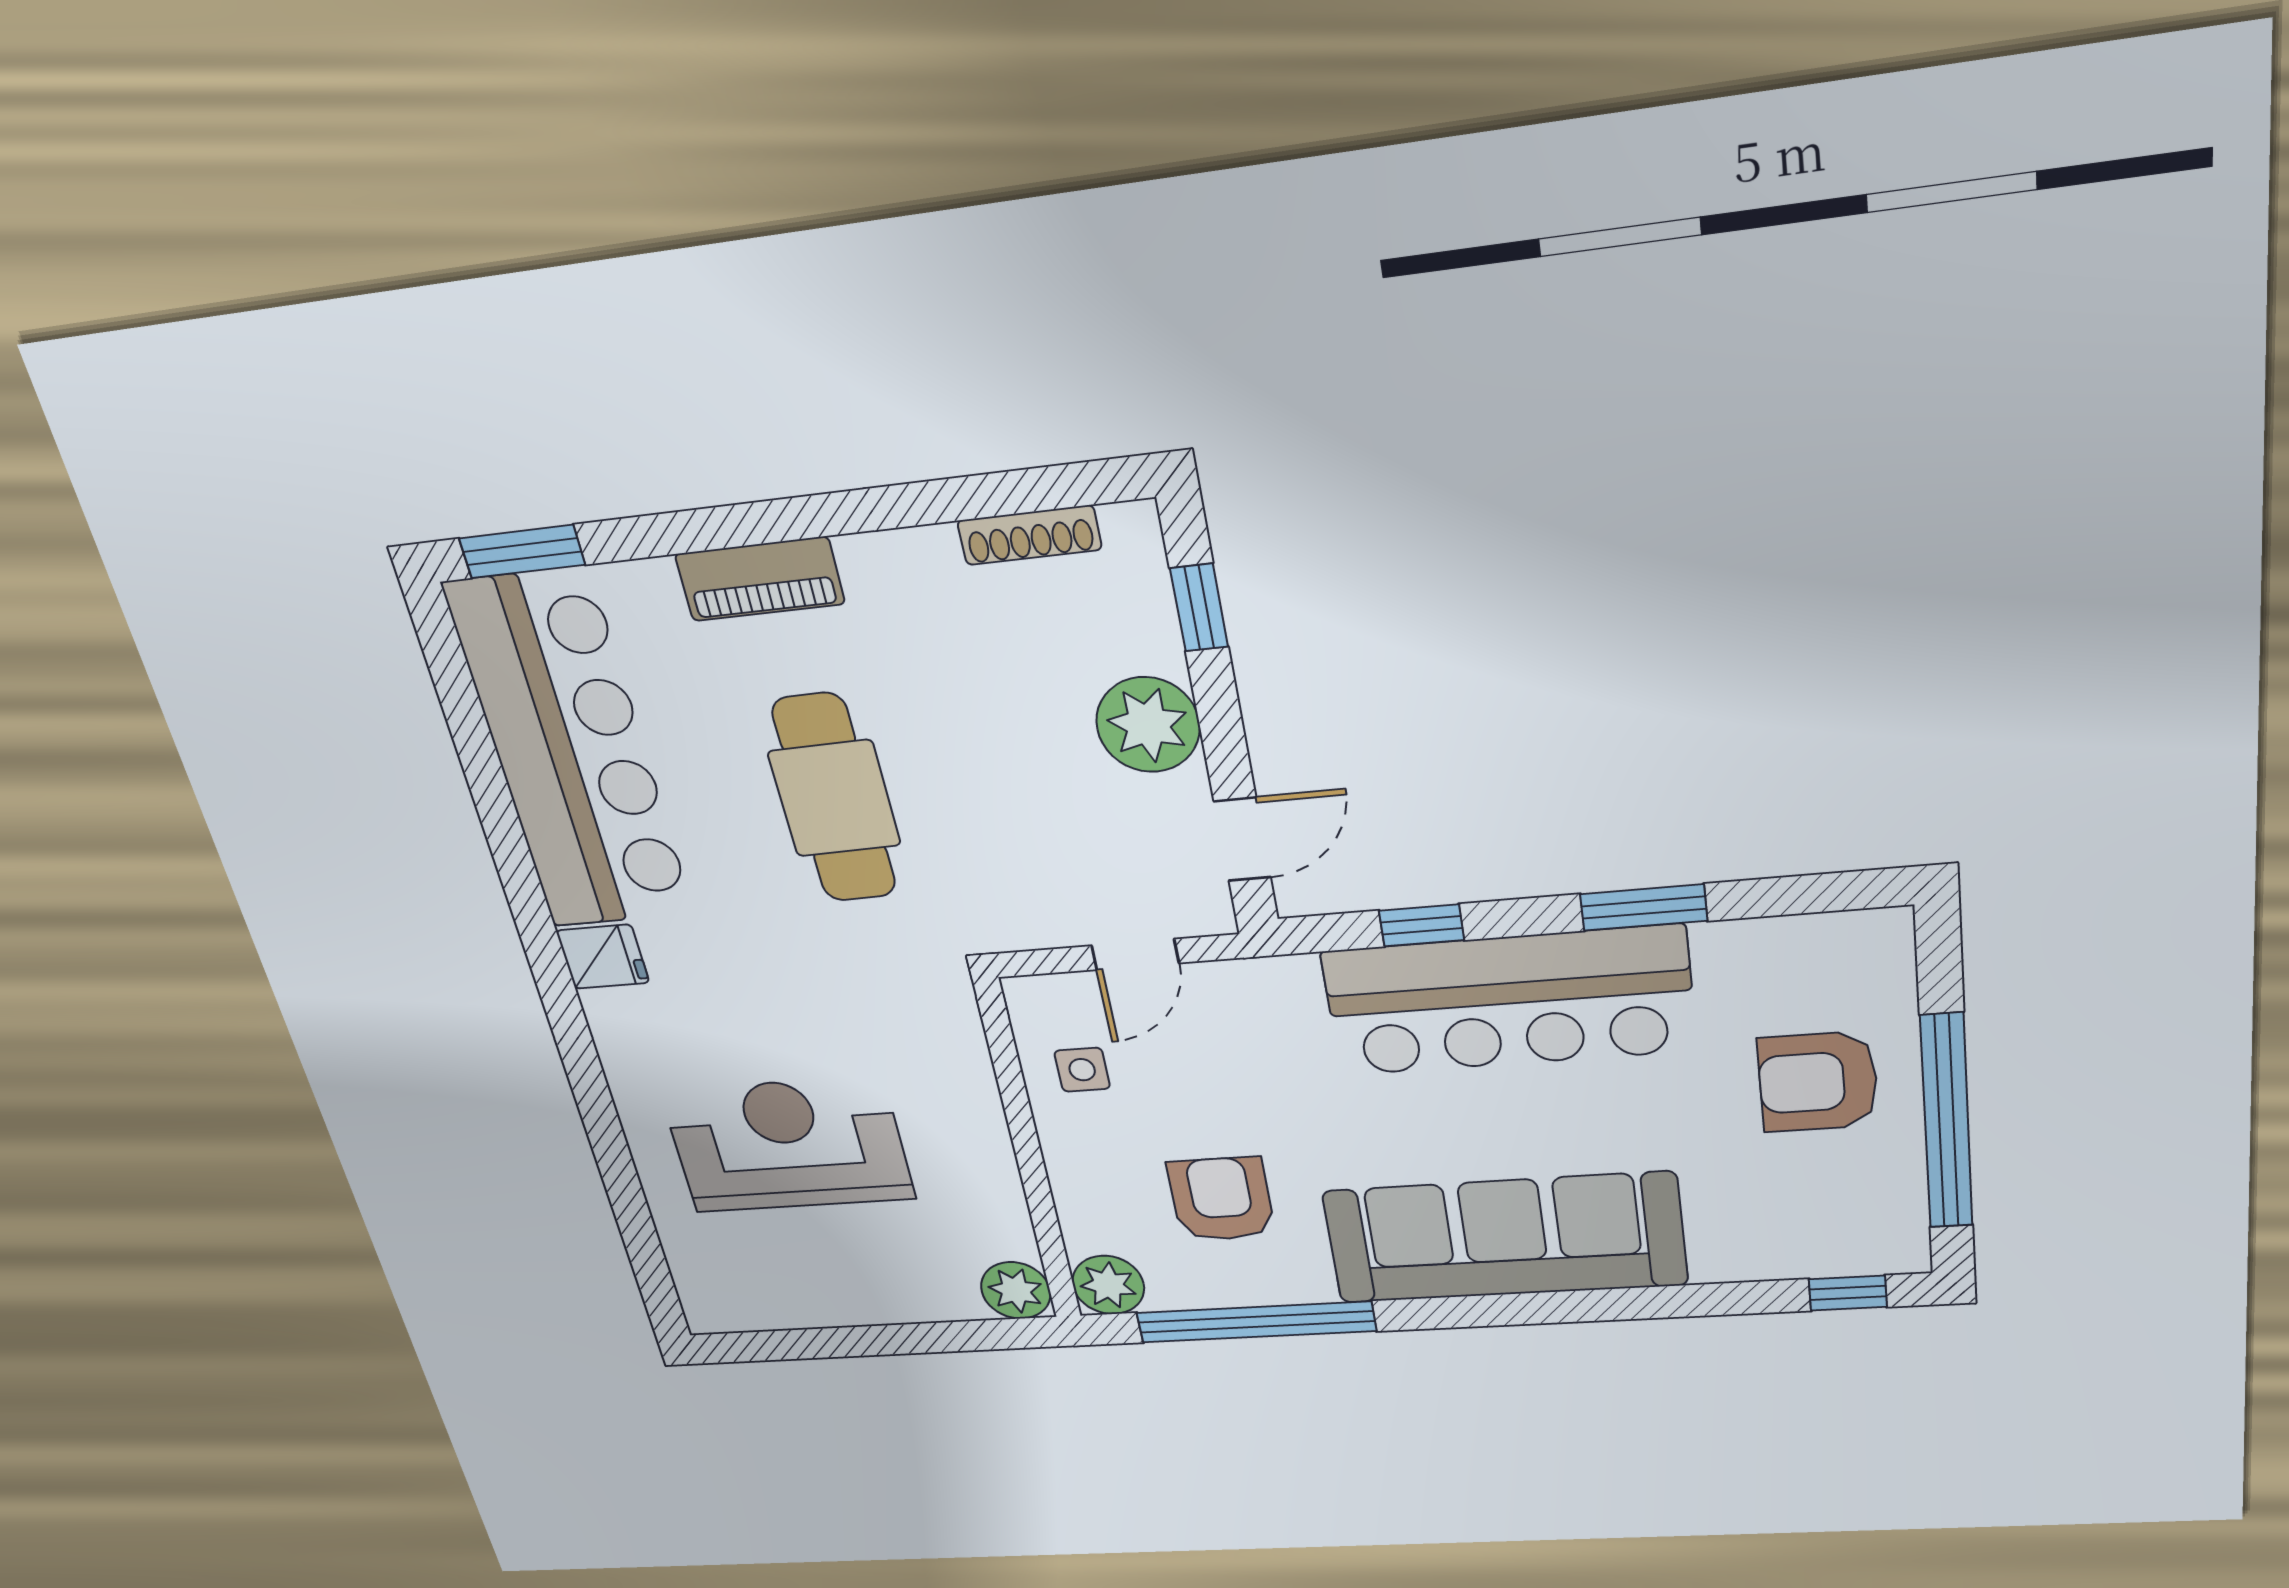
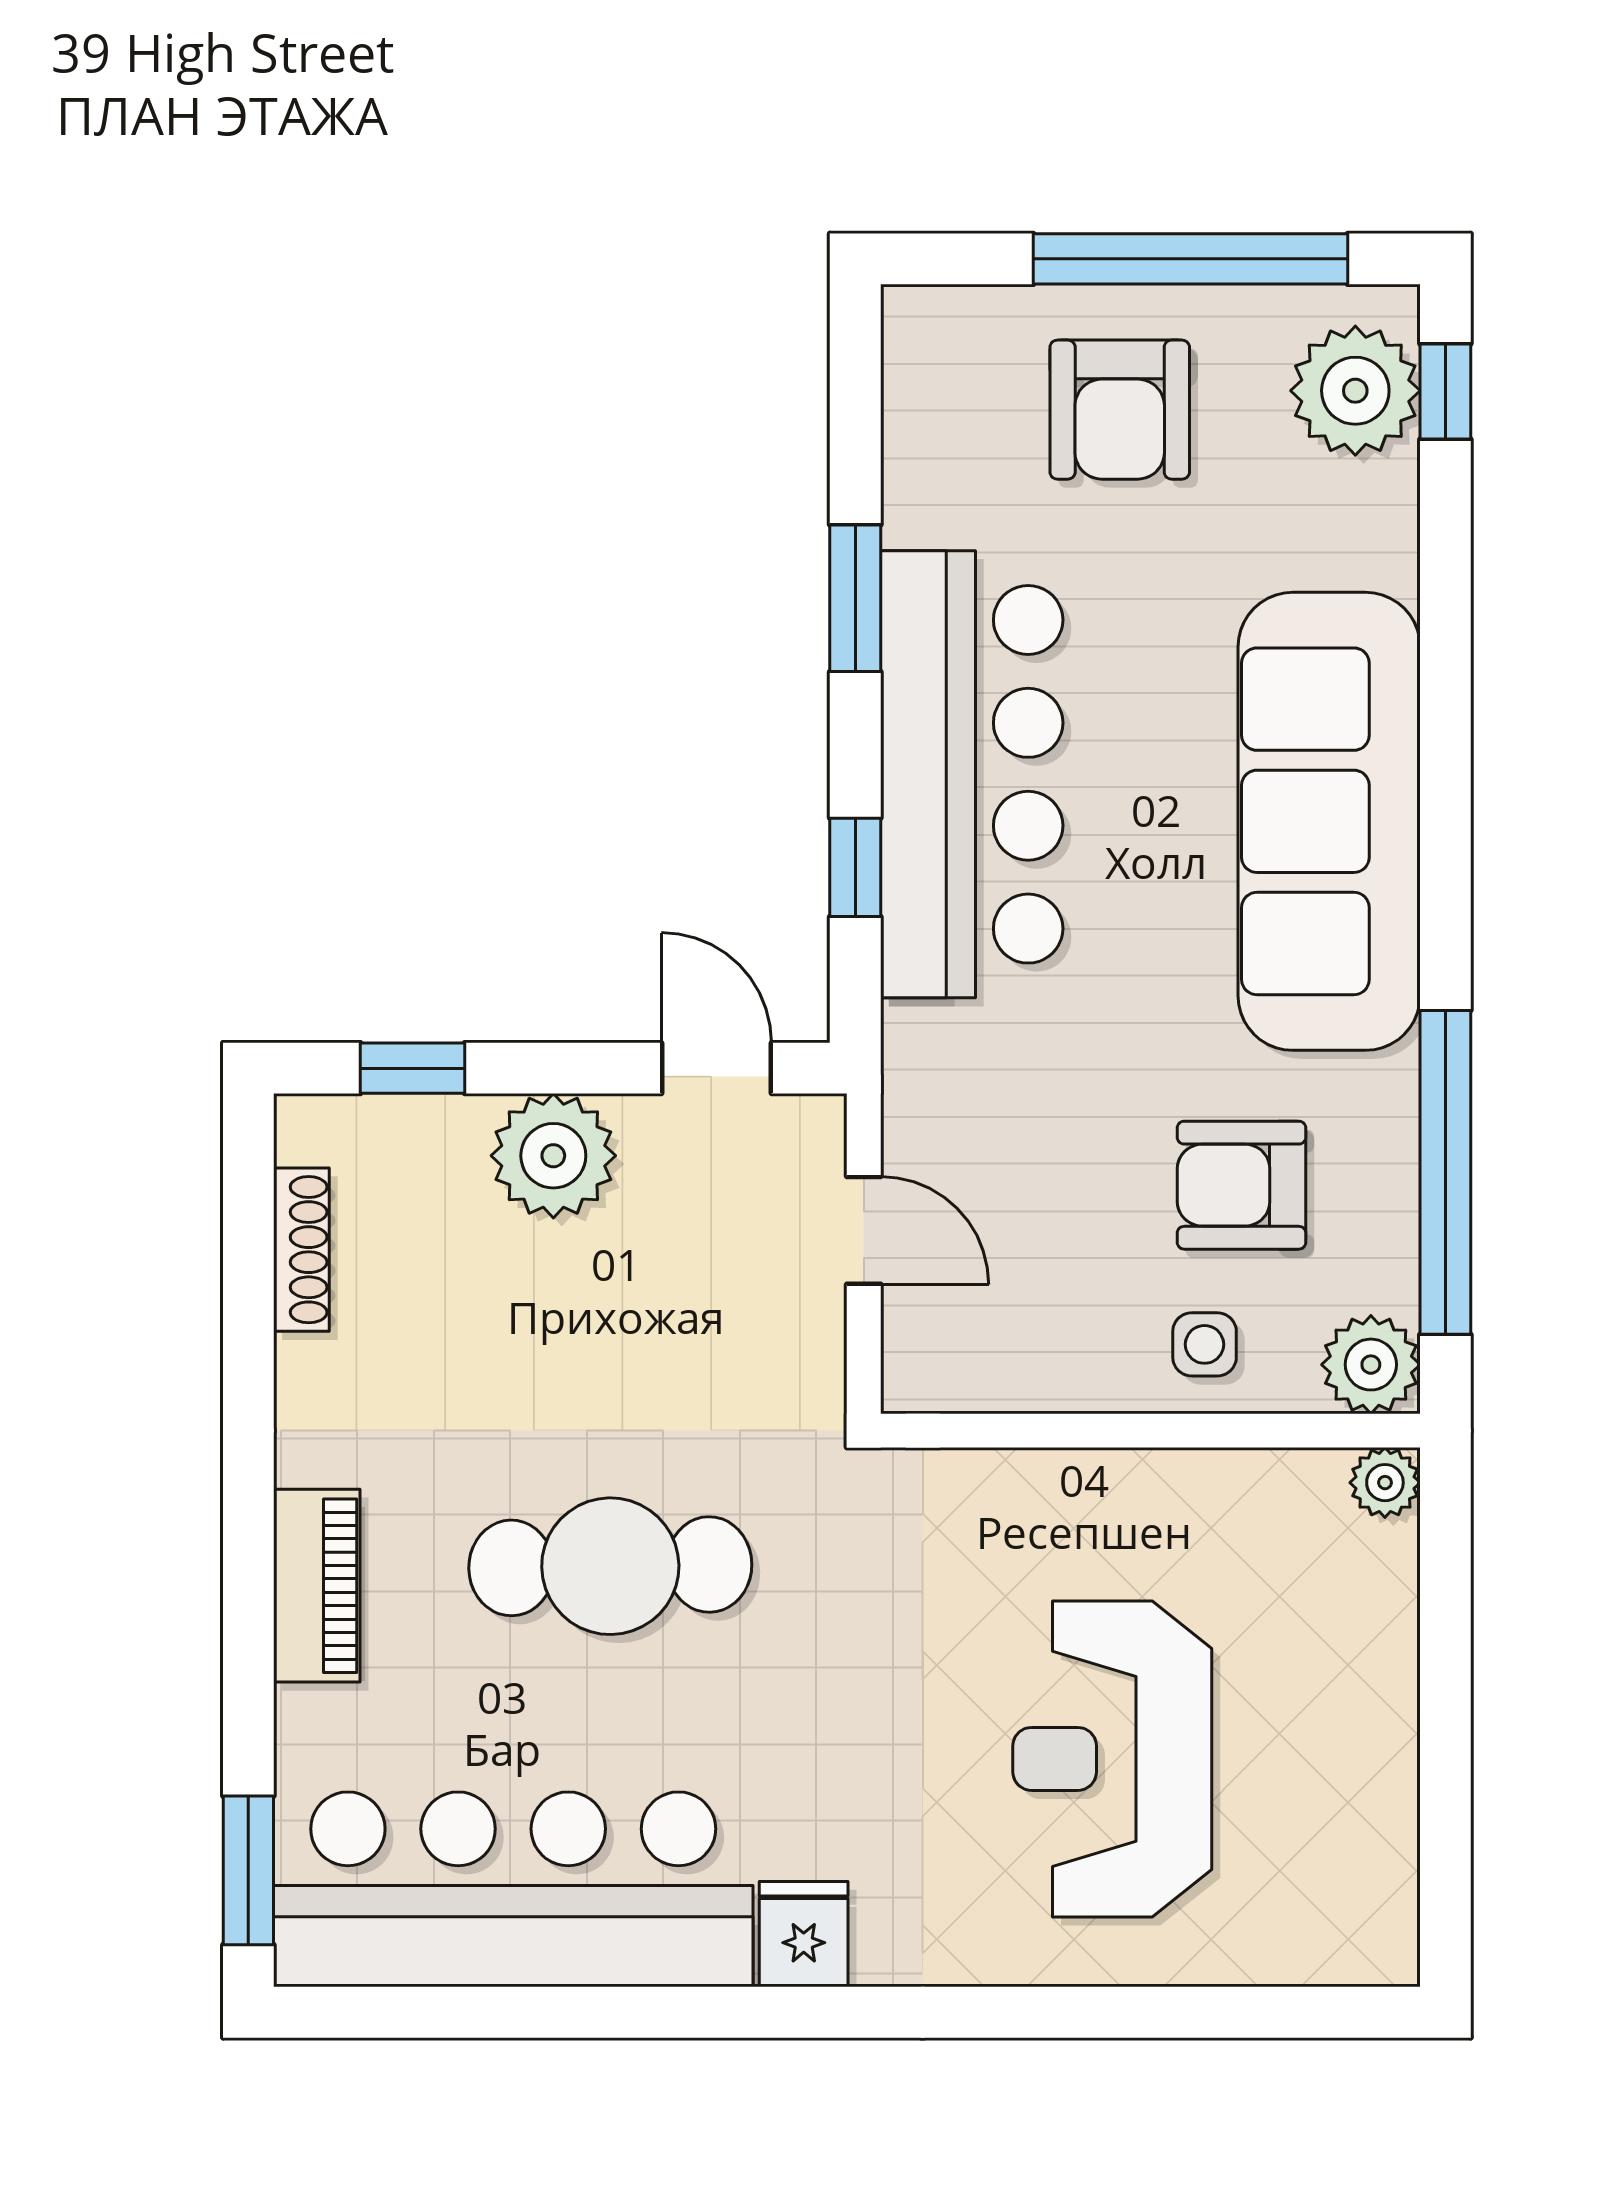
side table: (1082, 1070) -> (1205, 1344), moved
plant: (1844, 1236) -> (1355, 391), added
plant: (1016, 1290) -> (1385, 1483), width x0.73, depth x0.73

